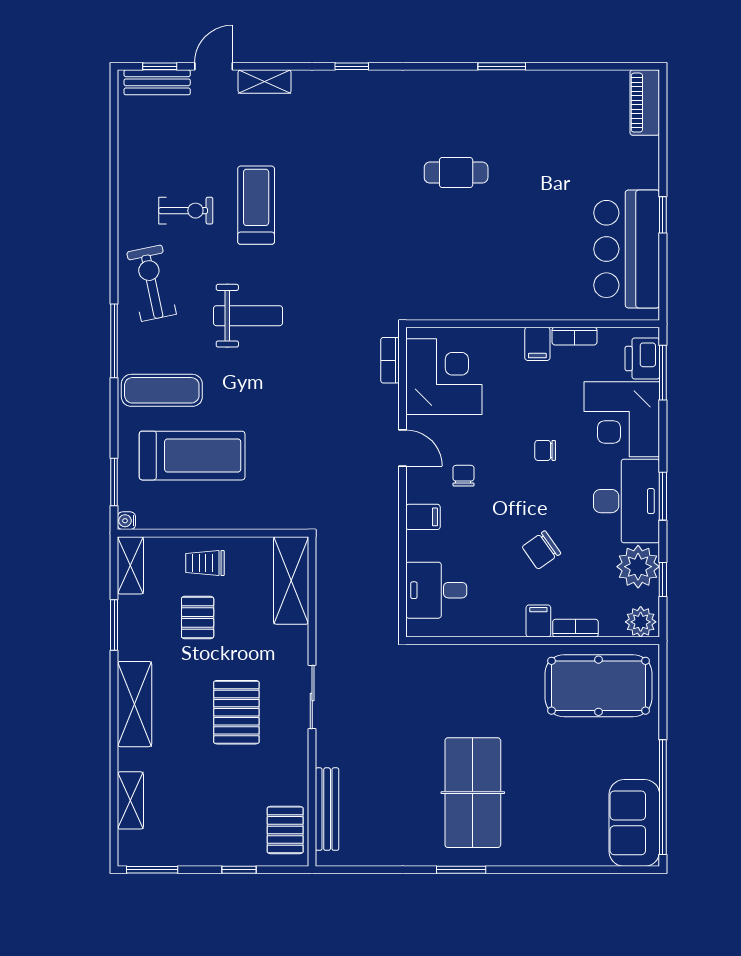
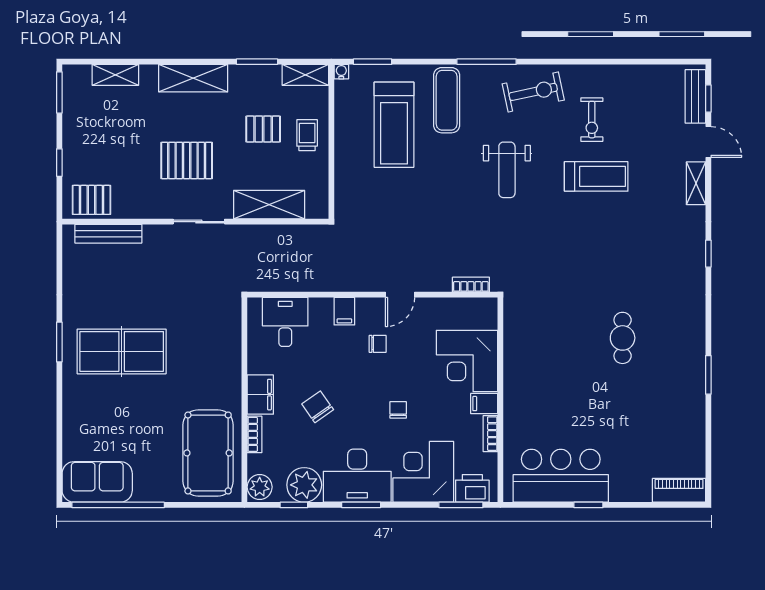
corner desk: (444, 377) -> (467, 361), moved, turned 90
shelving: (291, 580) -> (269, 205), moved
filing cabinet: (538, 621) -> (260, 395), width x2.00

